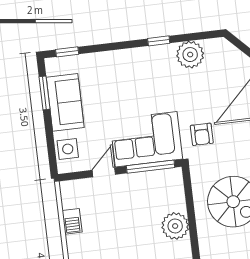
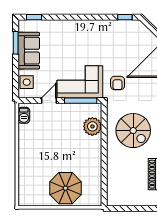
window: (159, 41) -> (125, 17), moved
plant: (190, 55) -> (116, 29), removed
barbecue: (72, 221) -> (24, 115), moved
plant: (175, 226) -> (92, 126), moved

